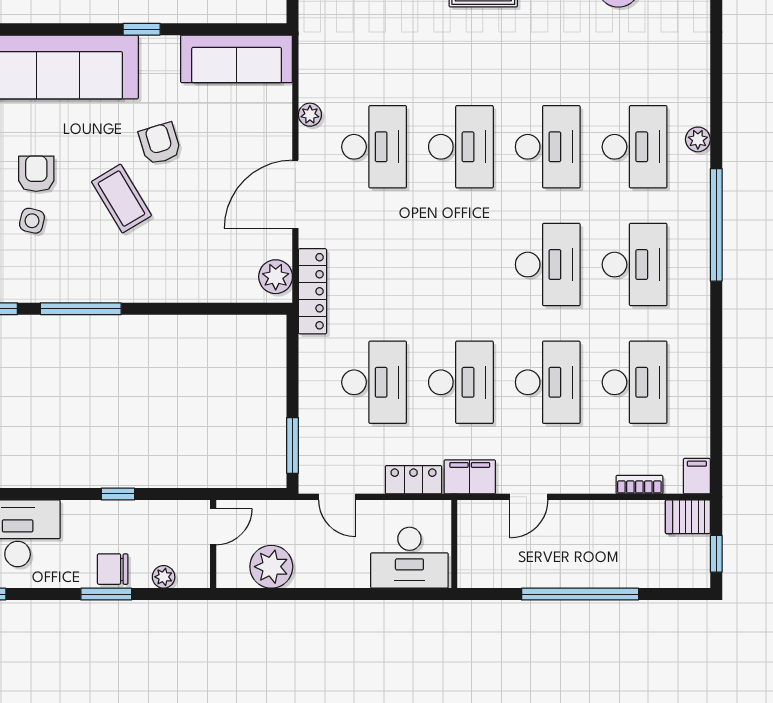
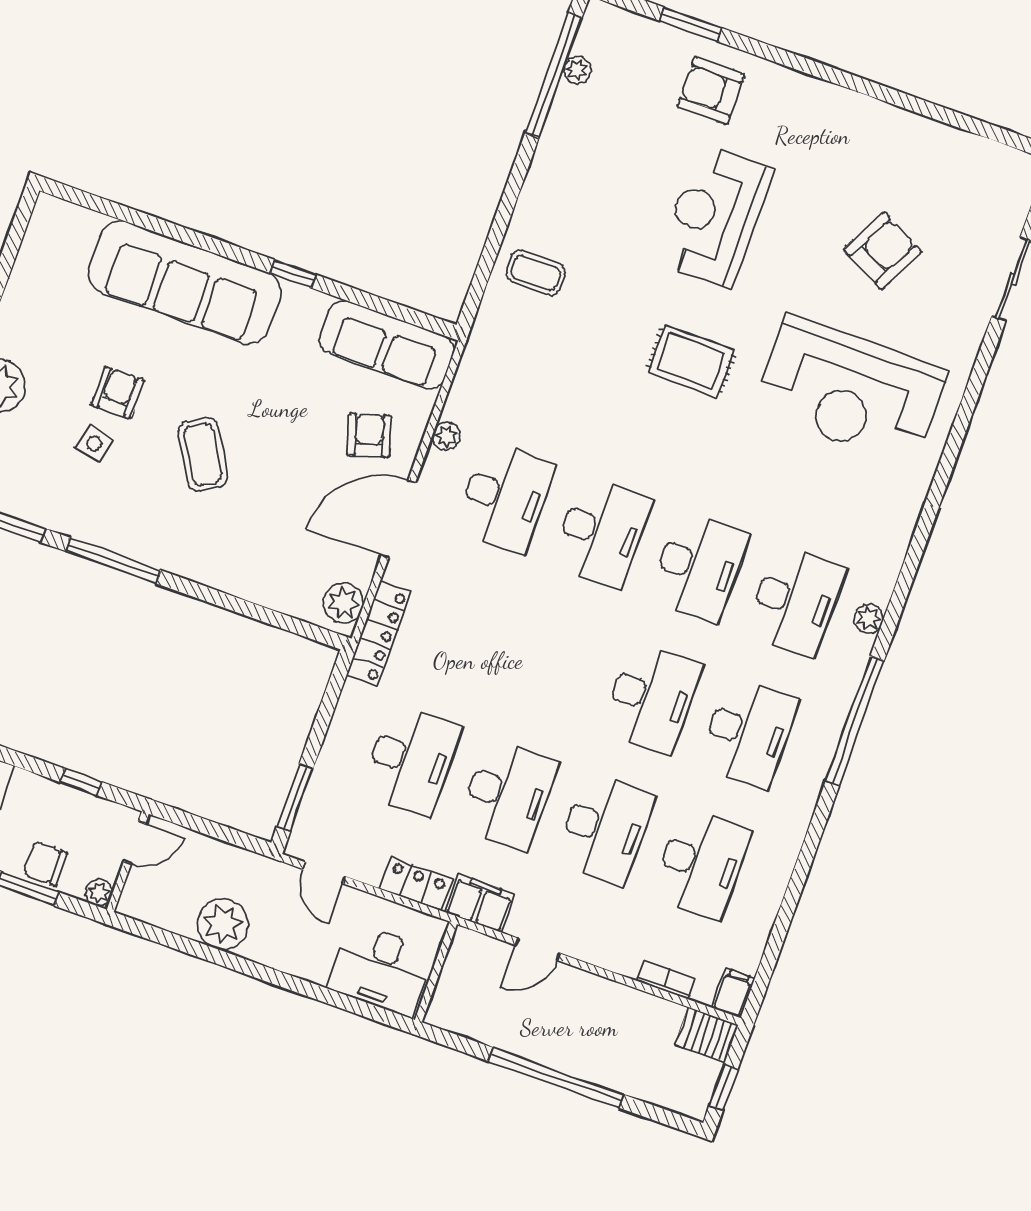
armchair: (160, 144) -> (369, 435), moved
door: (213, 527) -> (135, 842), moved
wall: (213, 544) -> (128, 862), moved

